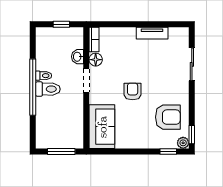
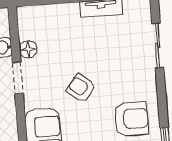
bookcase: (94, 40) -> (24, 23), removed
armchair: (133, 91) -> (81, 88), turned -51

